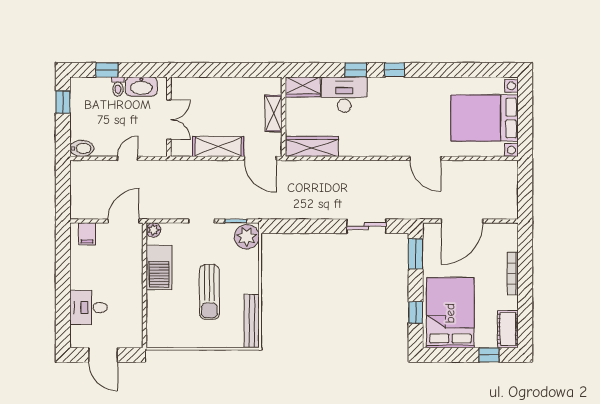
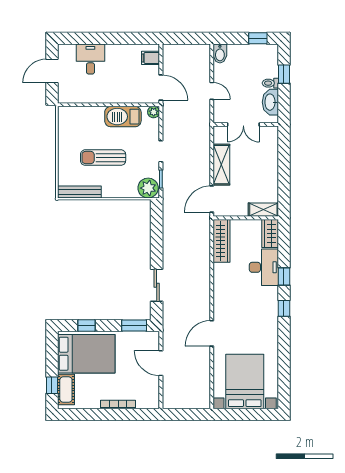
shelving: (273, 114) -> (263, 210), moved
door: (462, 221) -> (161, 363), width x0.73
cot: (508, 329) -> (66, 390), moved, turned 90

